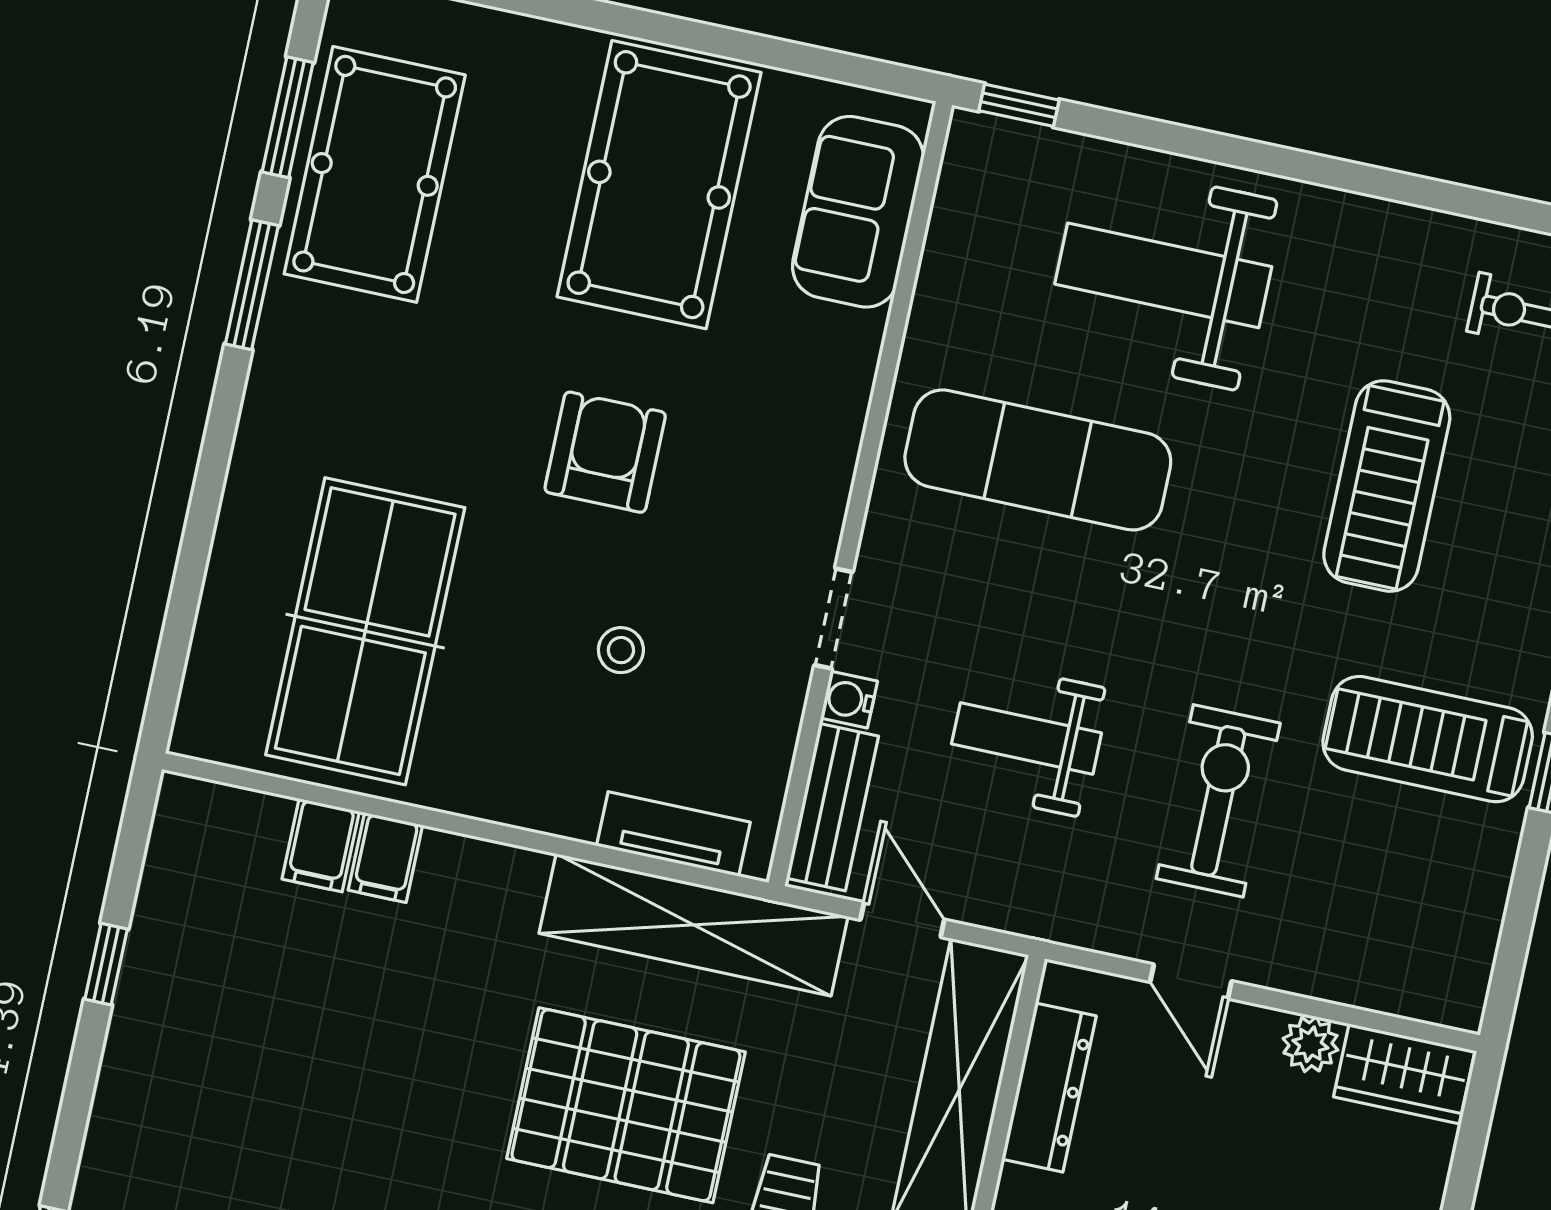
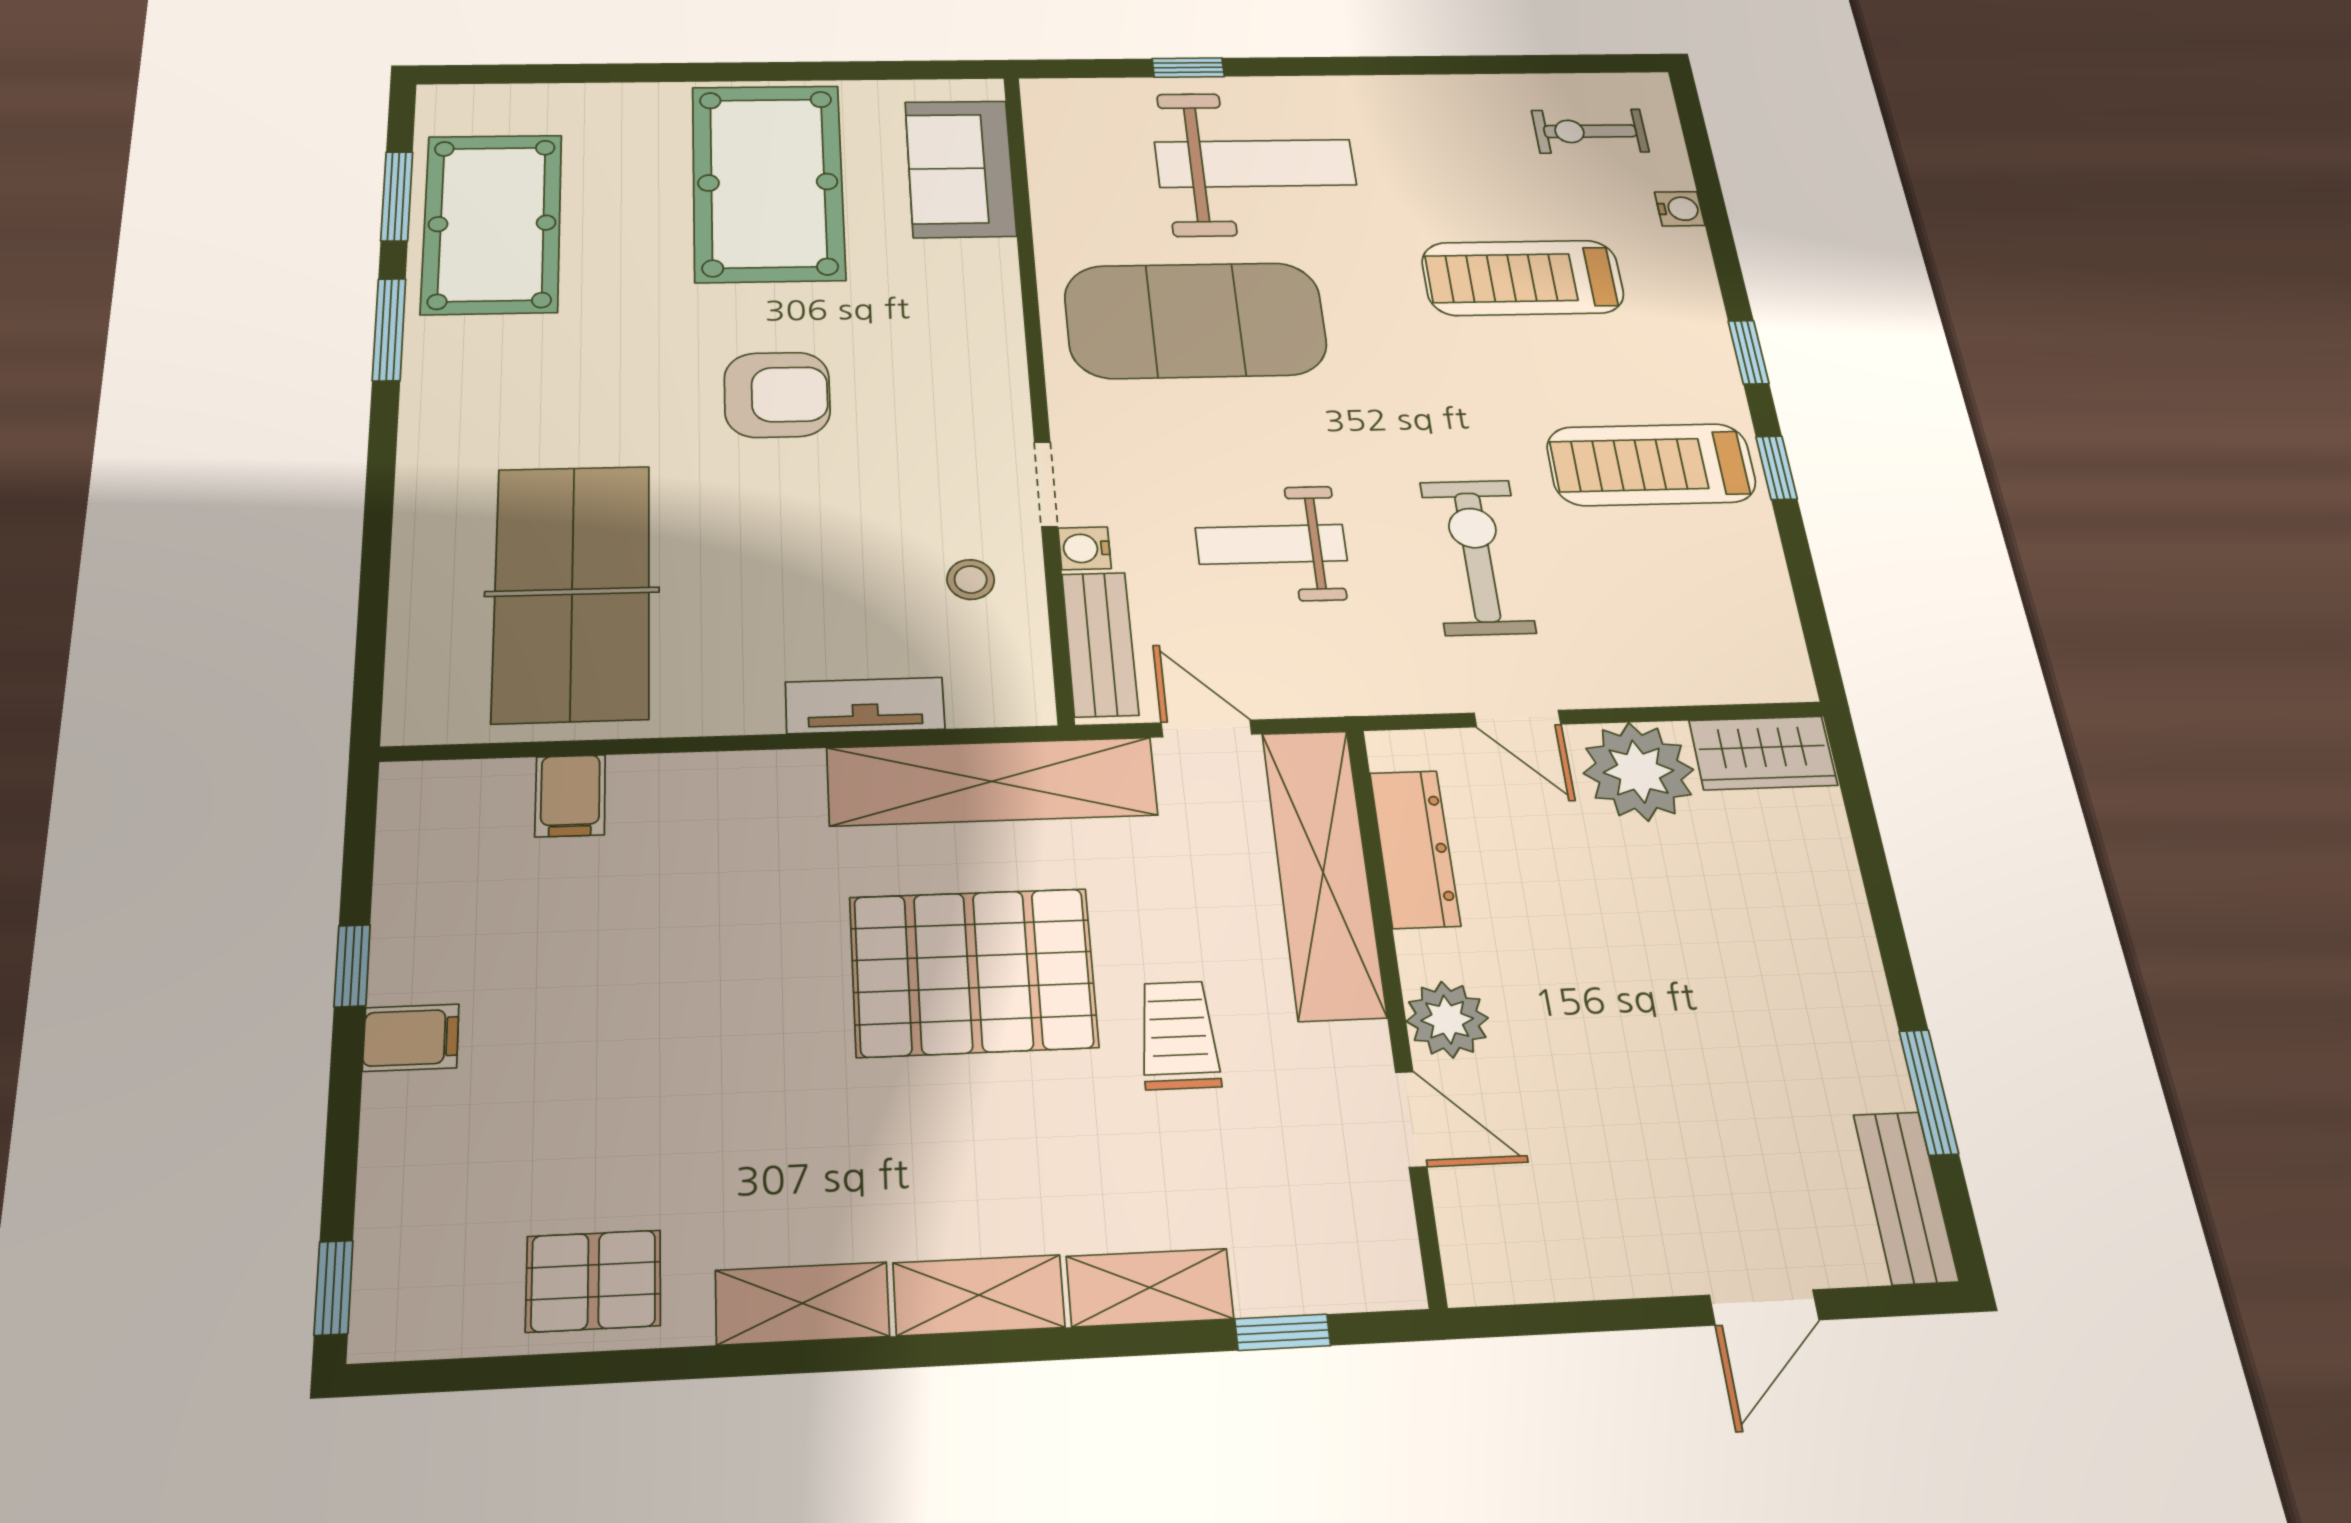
window: (1019, 105) -> (1188, 68), moved
weight bench: (1163, 275) -> (1255, 163), turned 180
armchair: (605, 452) -> (777, 395), turned 90
exercise mat: (1038, 460) -> (1195, 320), width x1.47
treadmill: (1387, 486) -> (1523, 278), turned 90
stool: (621, 650) -> (971, 580), moved
tv unit: (673, 834) -> (865, 705), moved
filing cabinet: (385, 858) -> (411, 1038), moved, turned -90
plant: (1310, 1044) -> (1638, 772), width x1.88, depth x1.88

